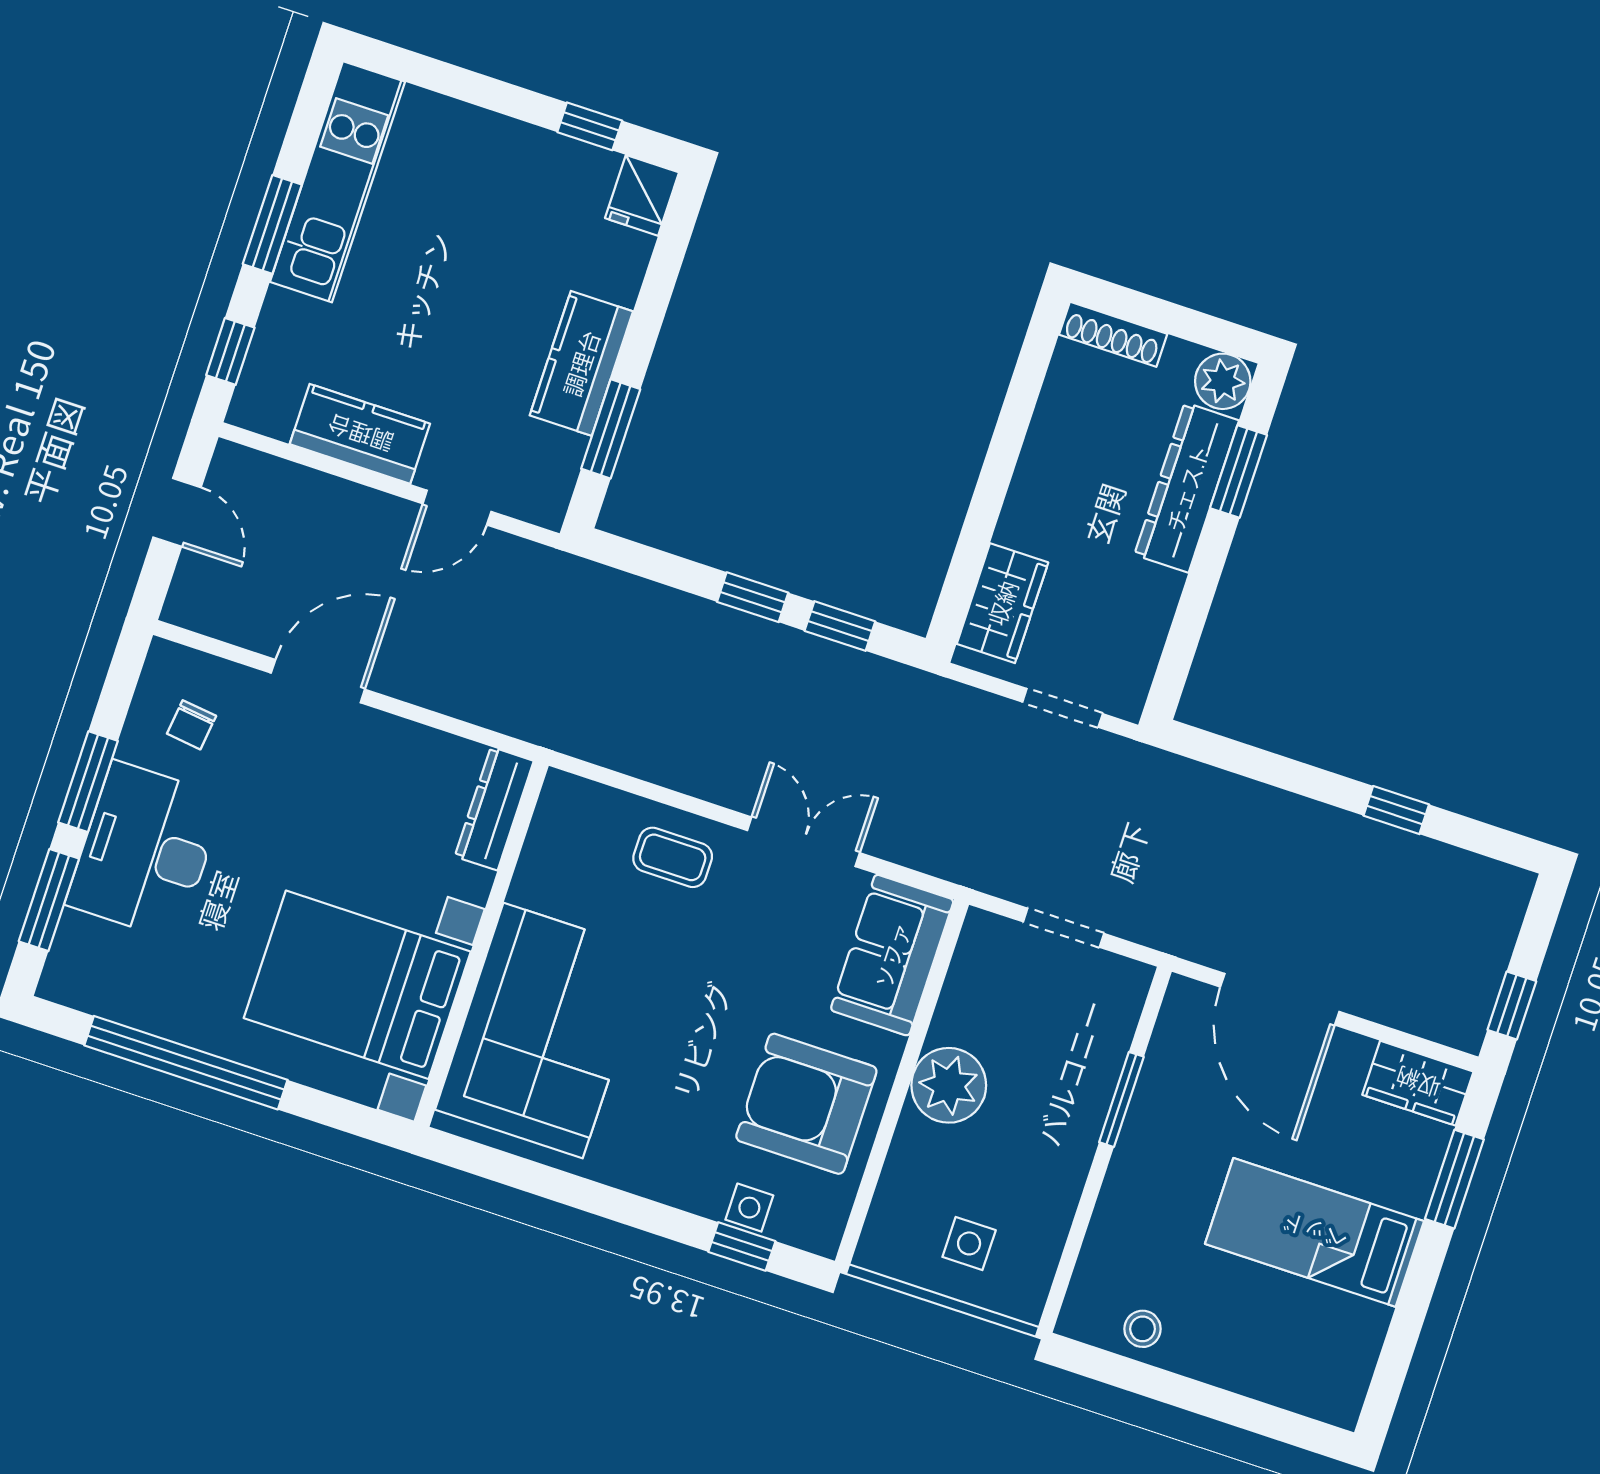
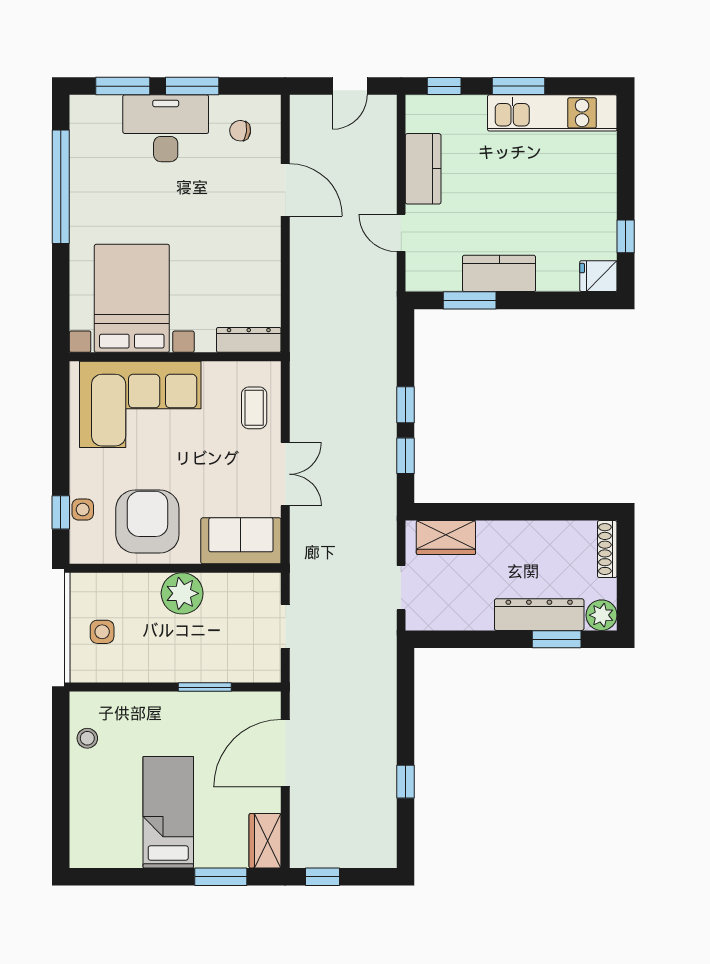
dresser: (494, 809) -> (249, 340), moved
wall: (482, 944) -> (175, 357), moved
bed with nightstands: (357, 985) -> (132, 298), moved
corner sofa: (543, 1030) -> (140, 404), moved

